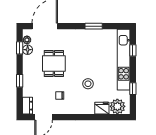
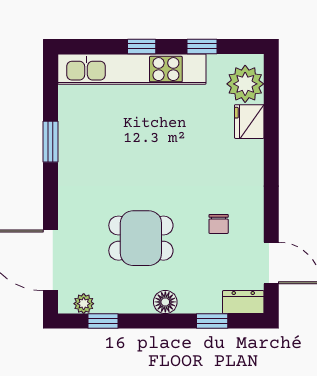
floor lamp: (28, 50) -> (165, 302), moved
window: (133, 50) -> (142, 46), moved
window: (20, 81) -> (212, 321), moved
stool: (88, 84) -> (190, 155), removed

